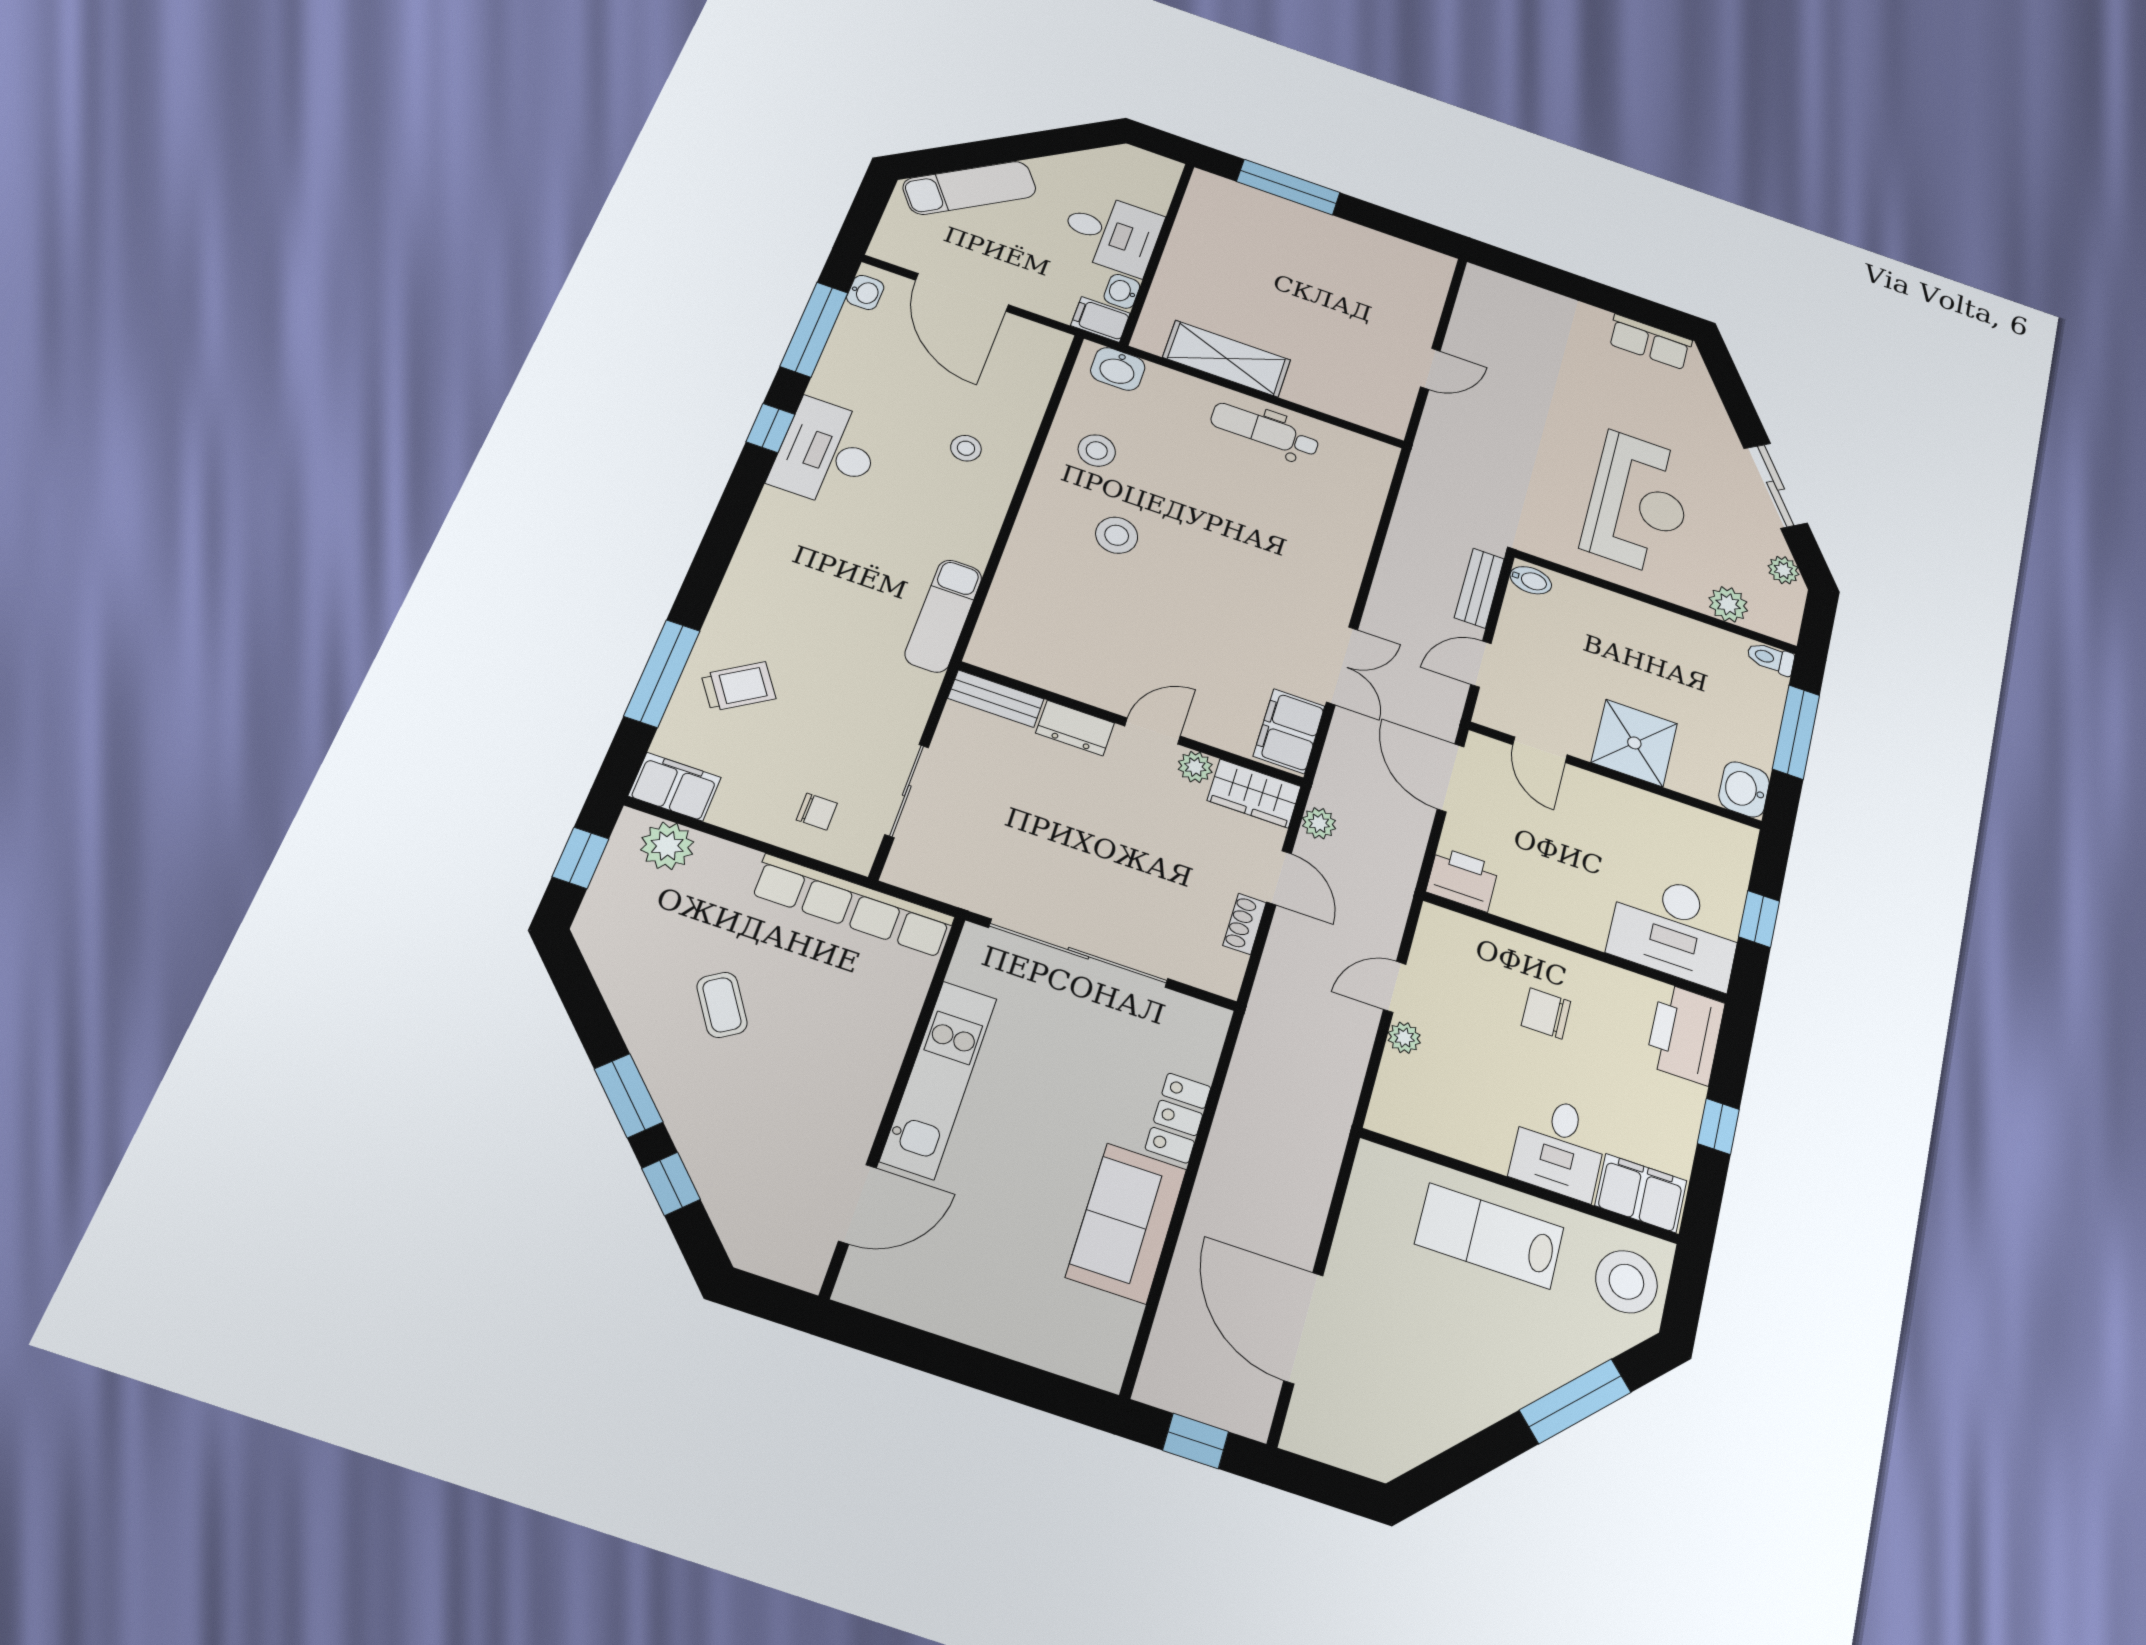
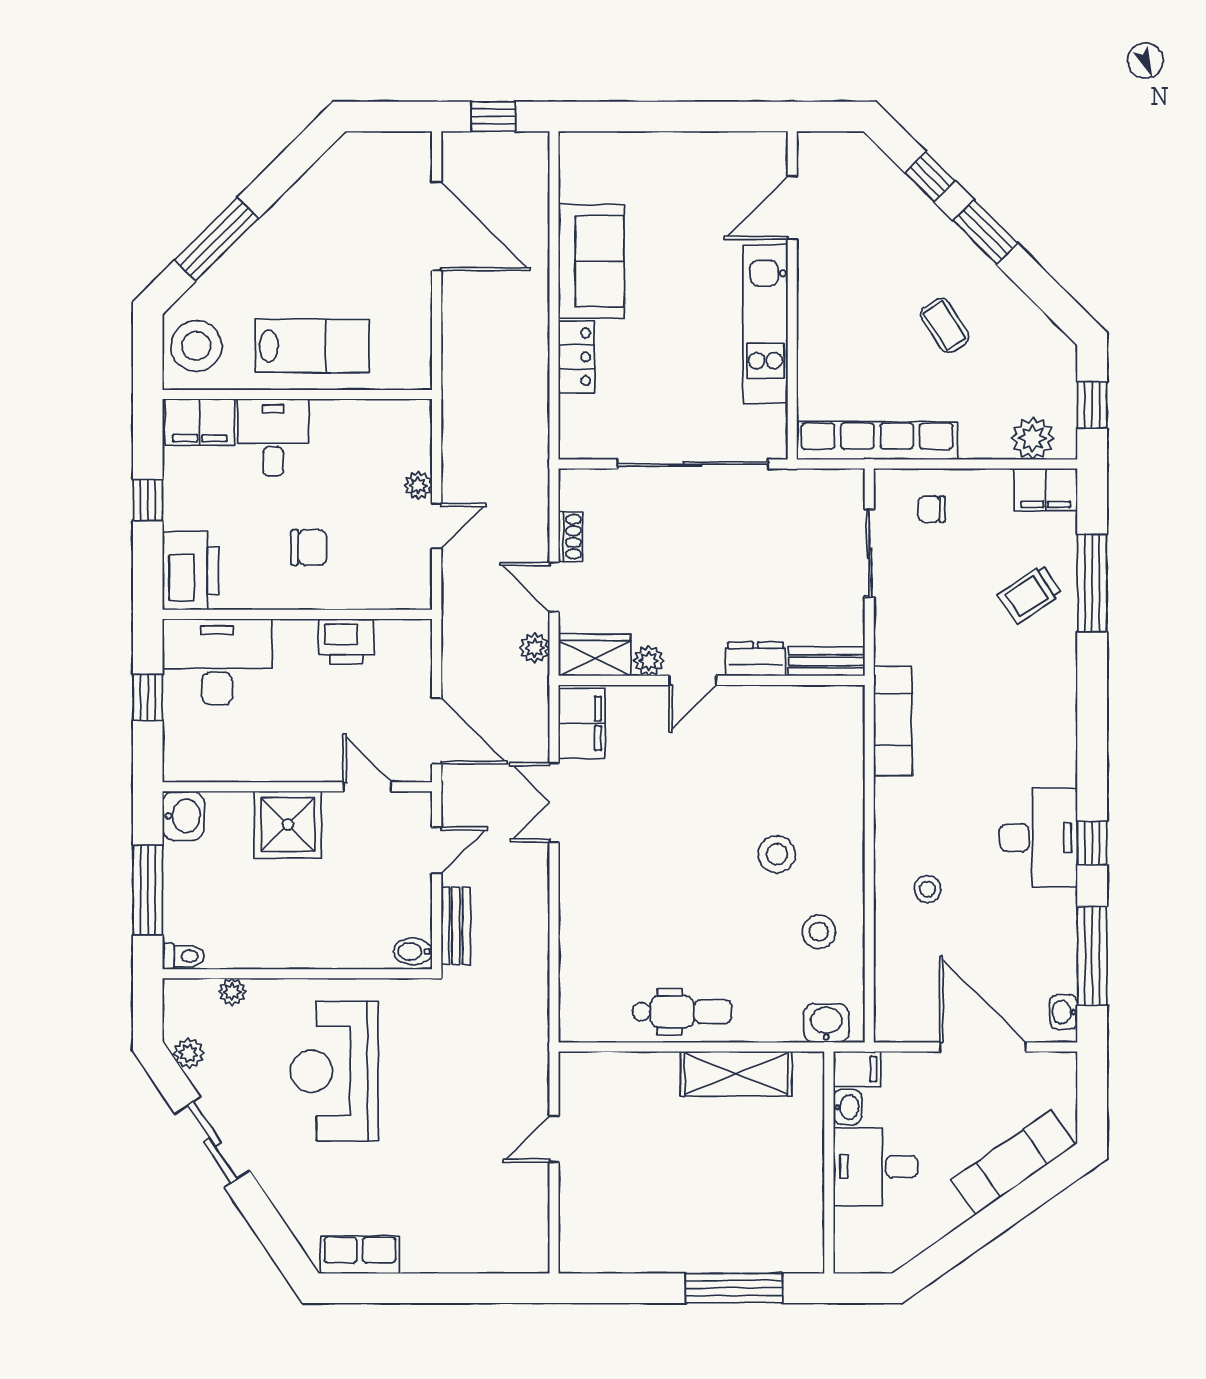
plant: (1728, 604) -> (232, 992), width x0.73, depth x0.73
printer: (1462, 879) -> (346, 642), moved

